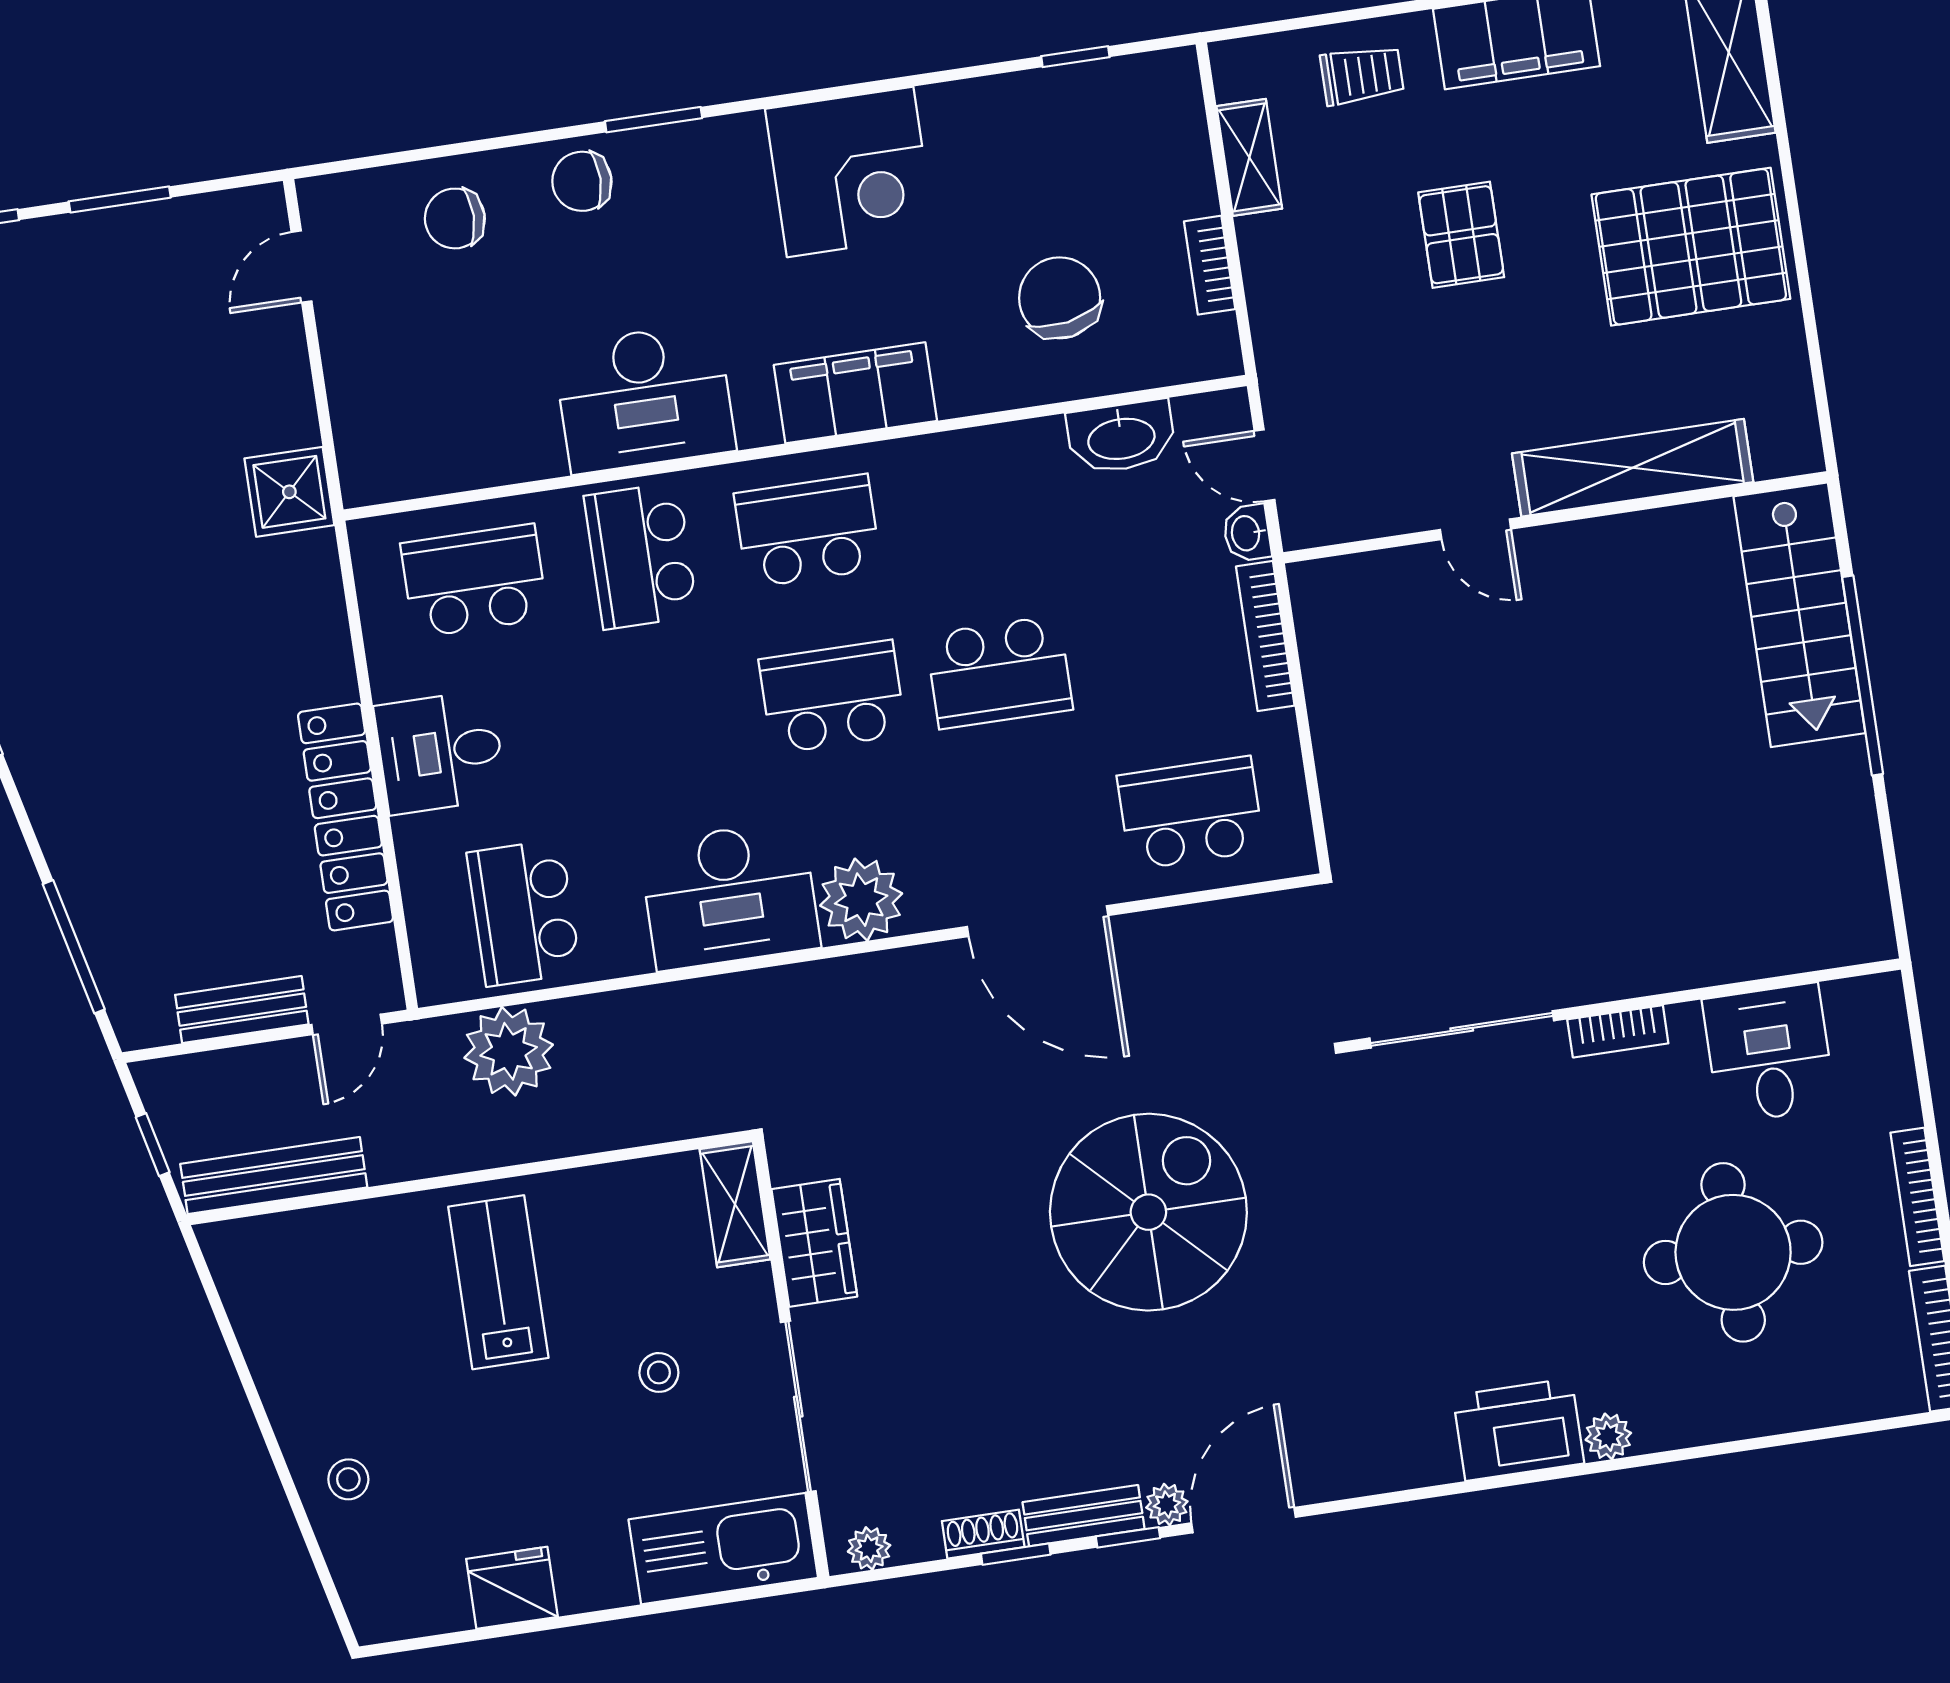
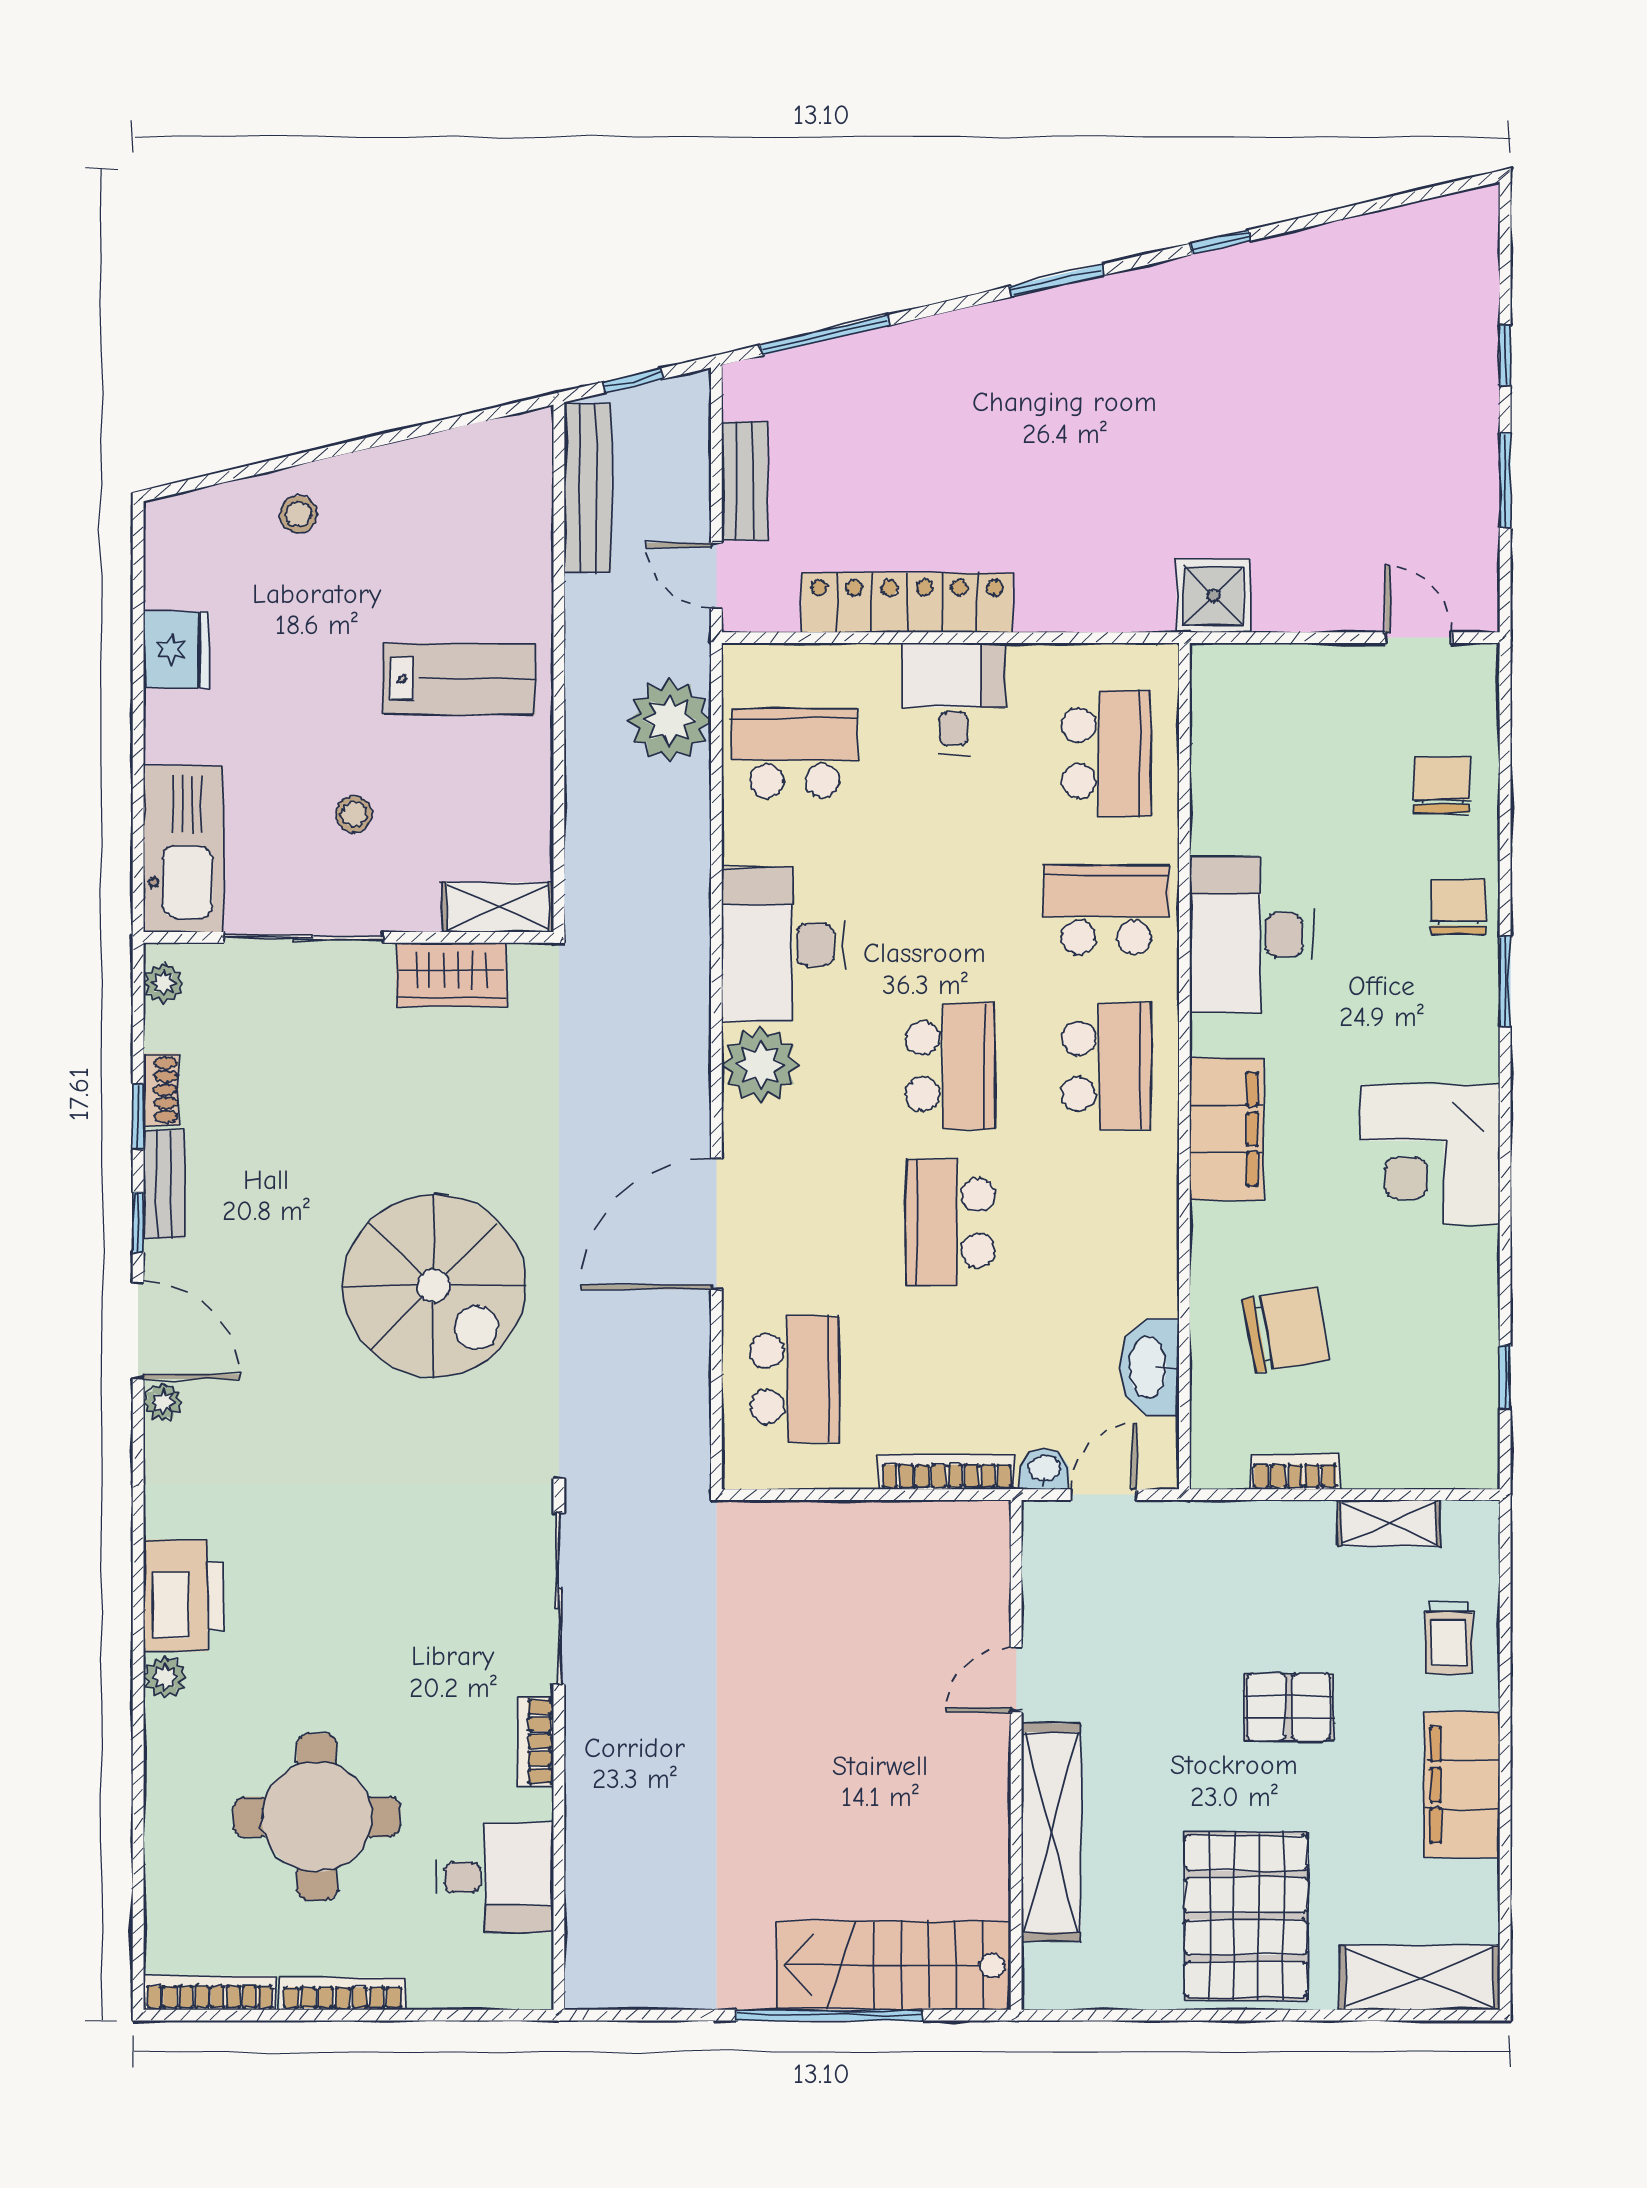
plant: (1167, 1504) -> (163, 1402), moved

